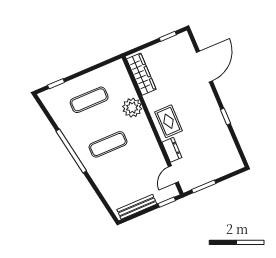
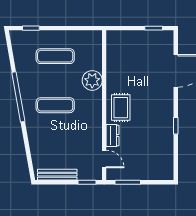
wardrobe: (141, 74) -> (114, 53), removed
door: (173, 174) -> (104, 159), swing flipped

